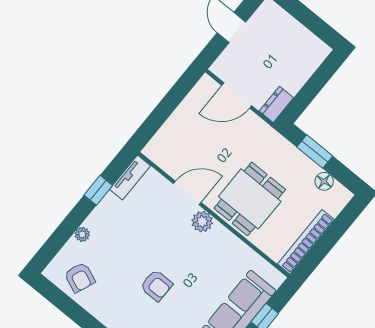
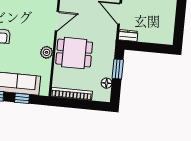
door: (187, 193) -> (57, 21), hinge flipped
plant: (202, 222) -> (47, 52), moved

